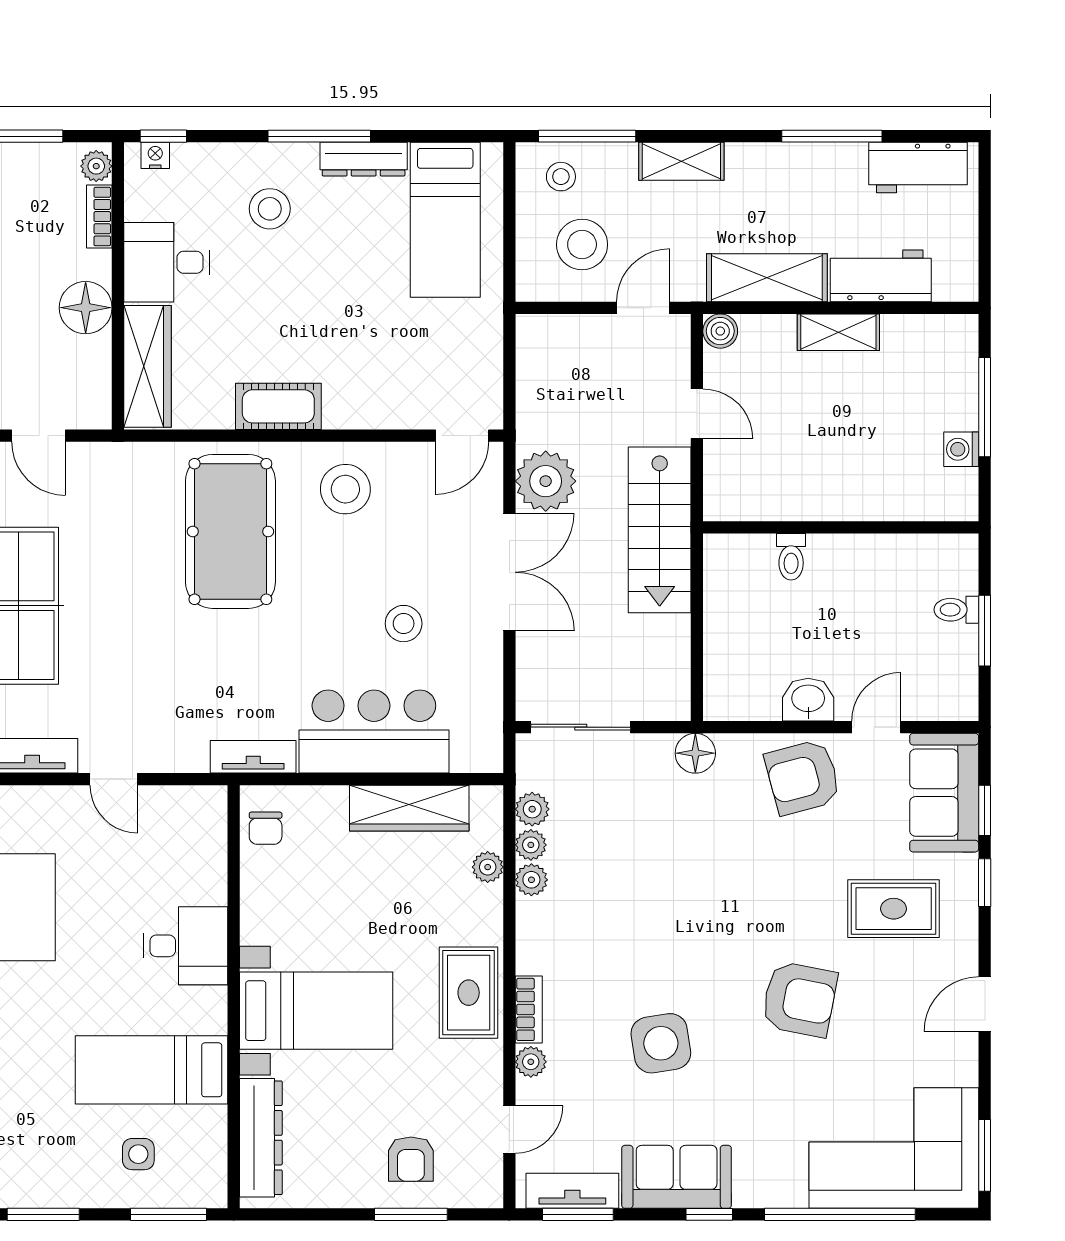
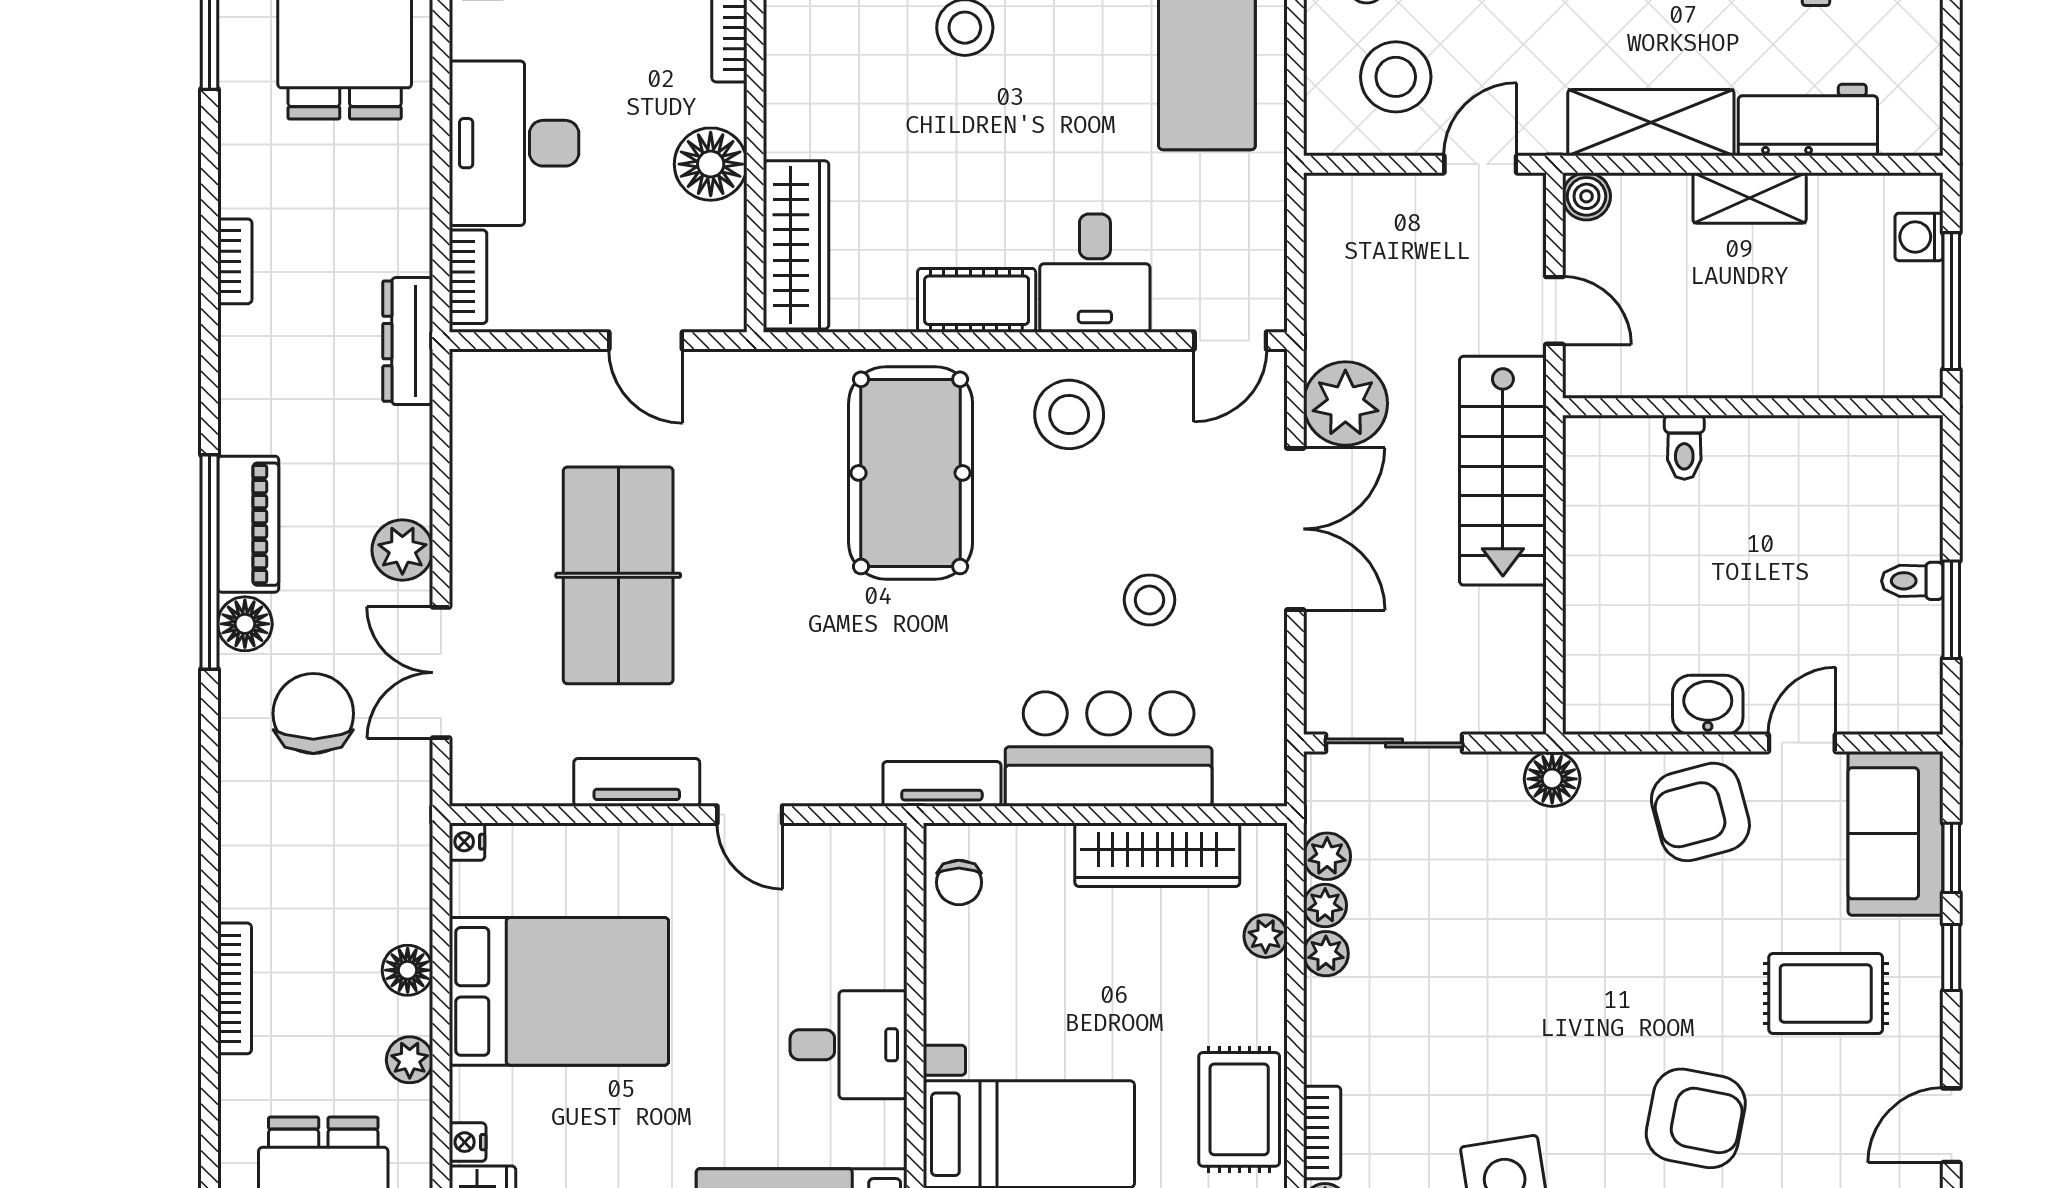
desk: (167, 262) -> (1095, 273), moved, turned -90
washing machine: (961, 449) -> (1919, 237), moved
wall: (841, 527) -> (1753, 407), moved
toilet: (791, 557) -> (1684, 447), moved

